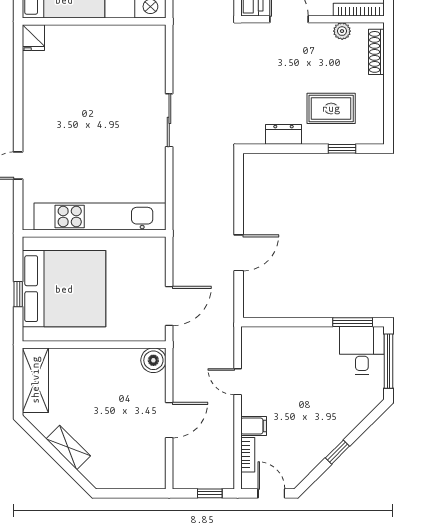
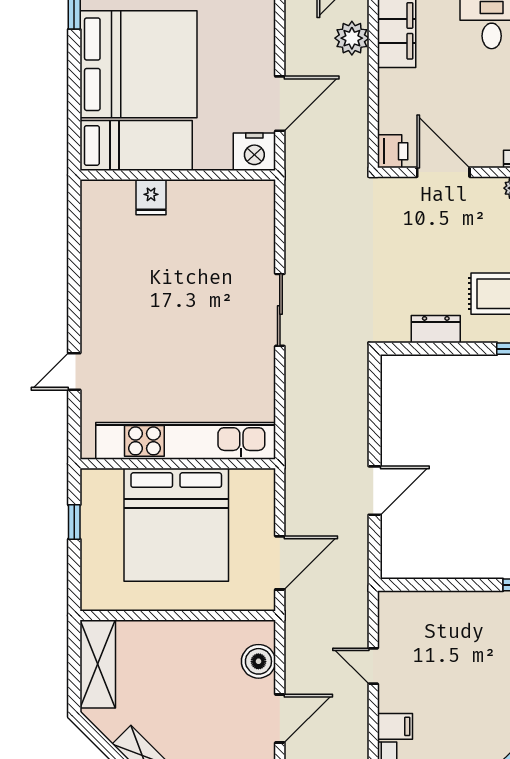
fridge: (33, 38) -> (151, 197), moved
bed: (64, 289) -> (176, 525), moved, turned 90
window: (18, 294) -> (74, 522), moved
boiler: (153, 360) -> (258, 661), moved

